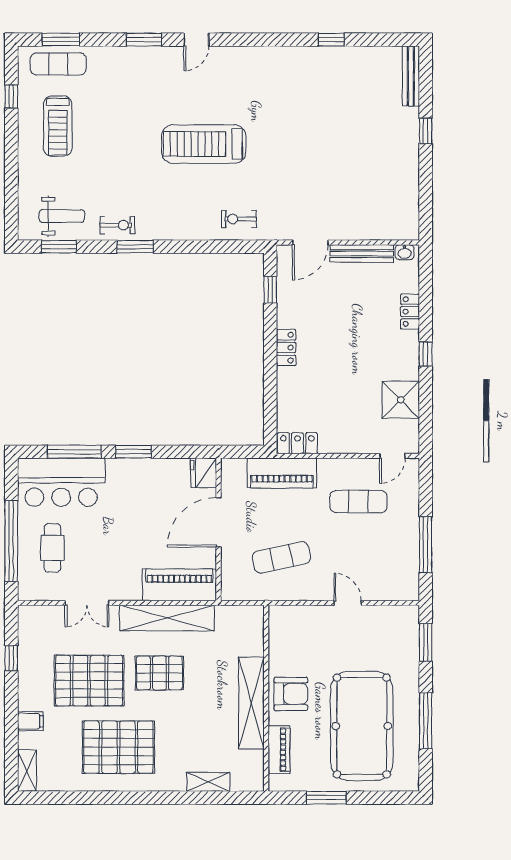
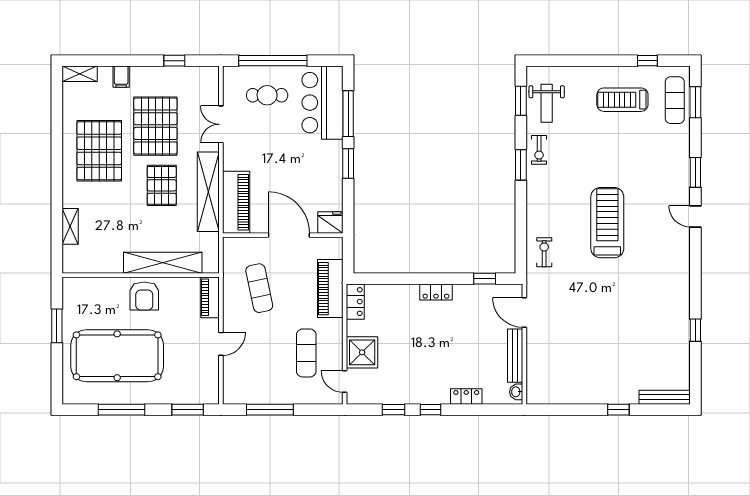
window: (426, 398) -> (394, 410), added
shower: (401, 400) -> (362, 352), moved
shelving: (251, 703) -> (163, 263), moved
piano: (279, 750) -> (210, 297), moved, turned 90

